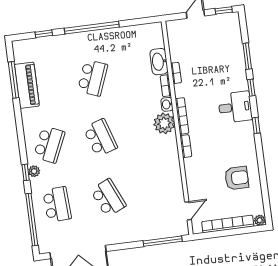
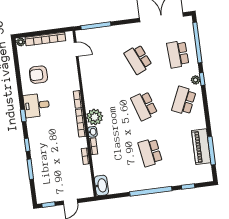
washbasin: (159, 62) -> (101, 185), moved
school desk: (93, 78) -> (150, 152), turned -30
desk: (235, 107) -> (37, 105), moved
door: (188, 211) -> (76, 49), swing flipped

